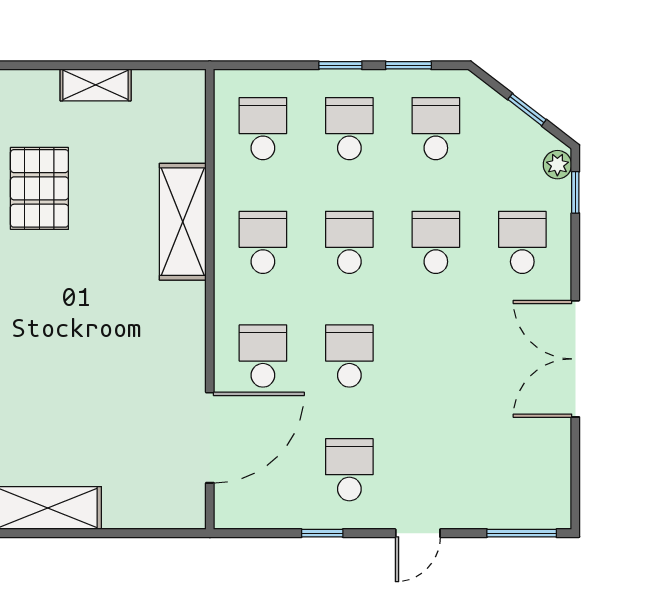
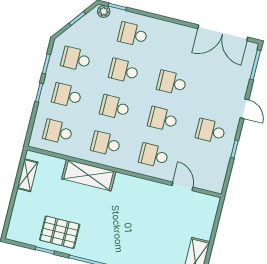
shelving: (96, 85) -> (28, 175), moved
school desk: (436, 356) -> (172, 83), added
double door: (575, 359) -> (223, 33), moved
door: (210, 438) -> (183, 186), width x0.53

